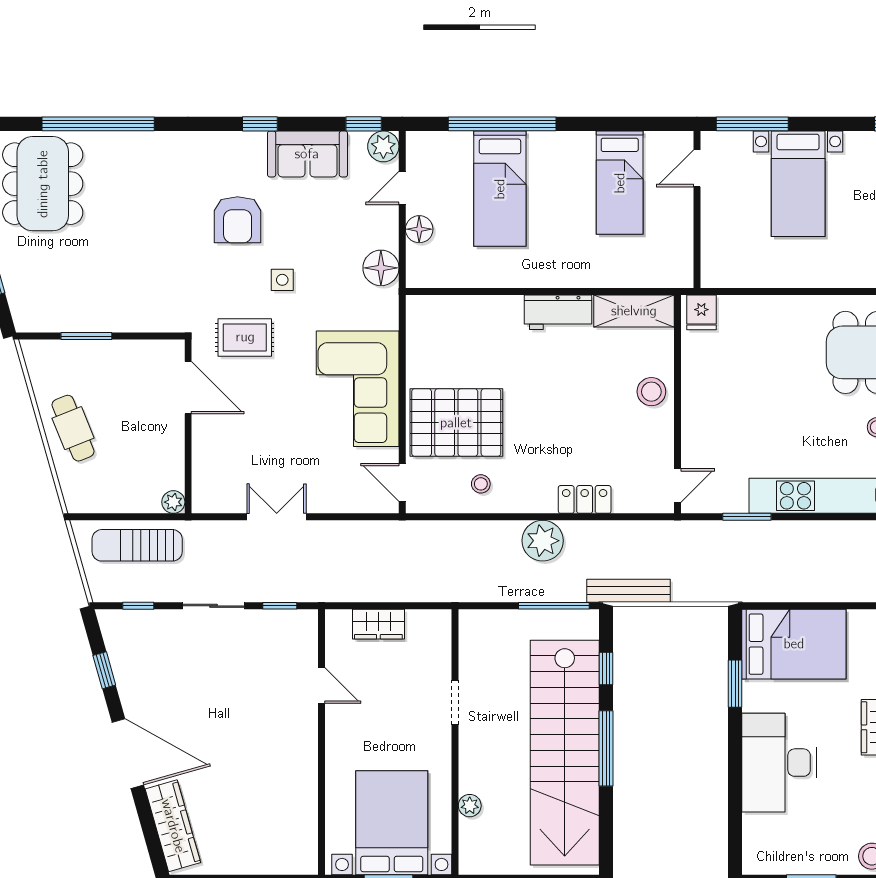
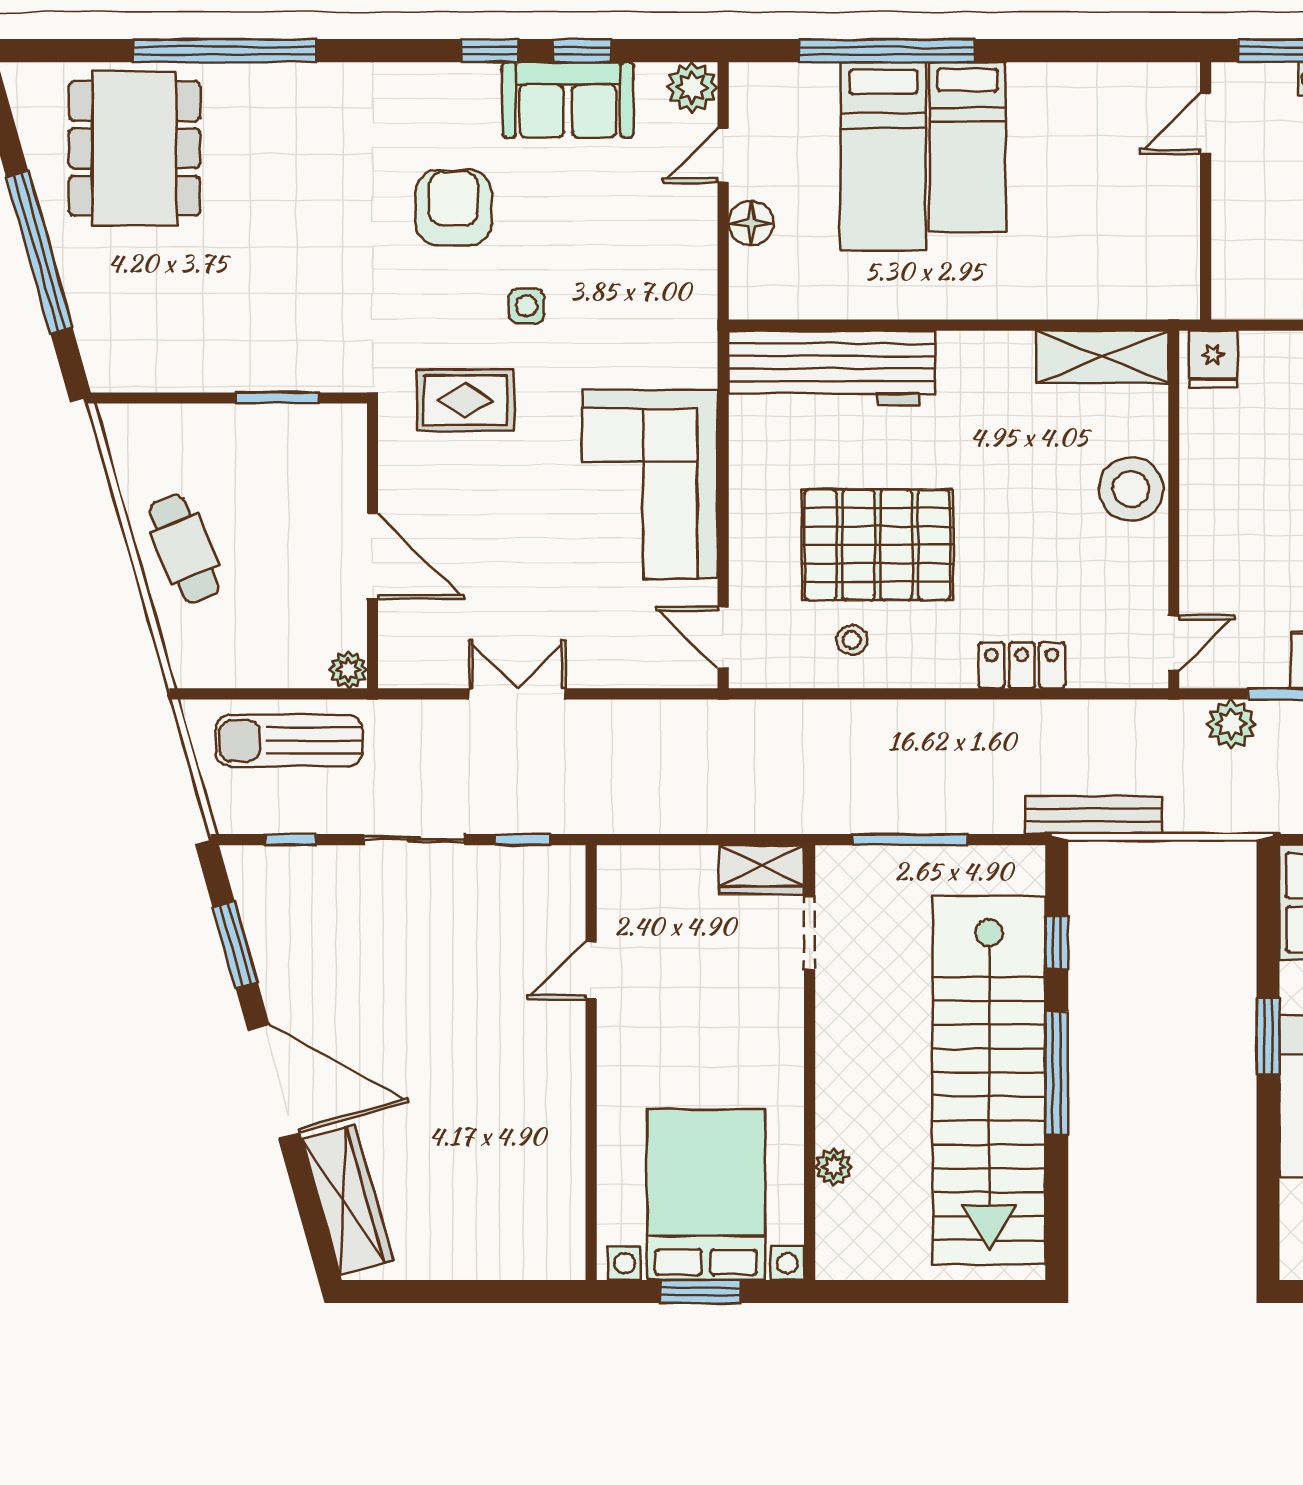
window: (364, 124) -> (582, 51), moved
bed: (620, 183) -> (967, 147), moved
armchair: (238, 220) -> (454, 208), turned 180
floor lamp: (381, 268) -> (688, 286), removed
workbench: (558, 312) -> (832, 368), moved, width x1.88, depth x1.32
window: (86, 336) -> (277, 398), moved
door: (188, 388) -> (373, 556), moved
stool: (651, 392) -> (1131, 489), width x1.38, depth x1.38
pallet: (456, 423) -> (877, 545), moved
plant: (543, 541) -> (1231, 724), moved, width x0.73, depth x0.73
window: (554, 606) -> (910, 840), moved
wardrobe: (378, 624) -> (762, 870), moved
window: (104, 670) -> (235, 945), width x1.50
window: (735, 684) -> (1268, 1036), moved
door: (322, 685) -> (591, 970), swing flipped
doorway: (455, 702) -> (810, 933), moved

